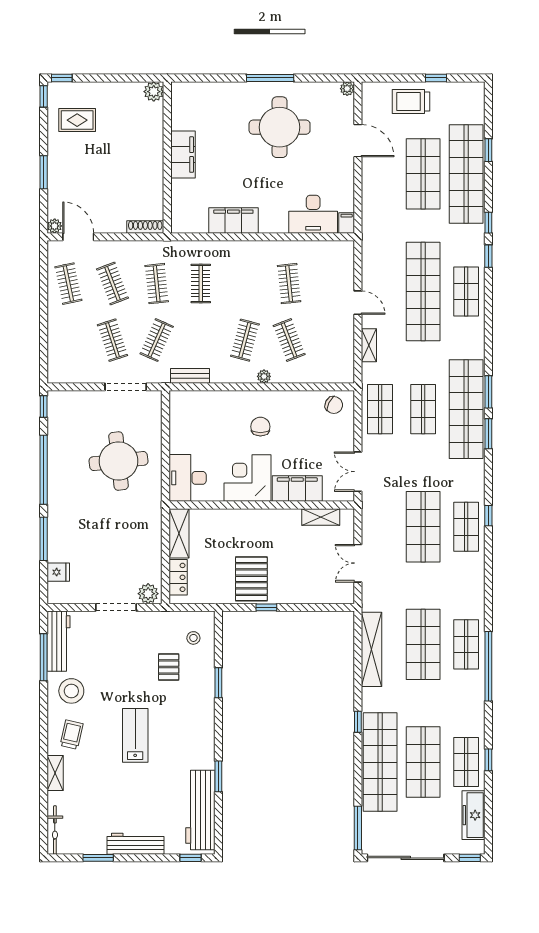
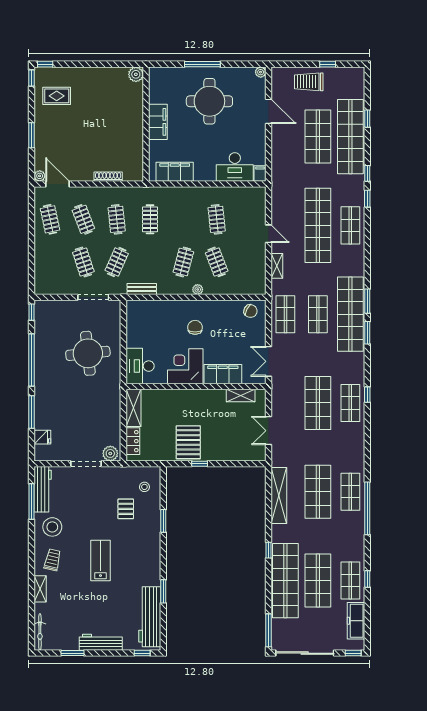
plant: (154, 92) -> (136, 74), moved
filing cabinet: (183, 155) -> (158, 122), moved
wall: (167, 157) -> (146, 124), moved

